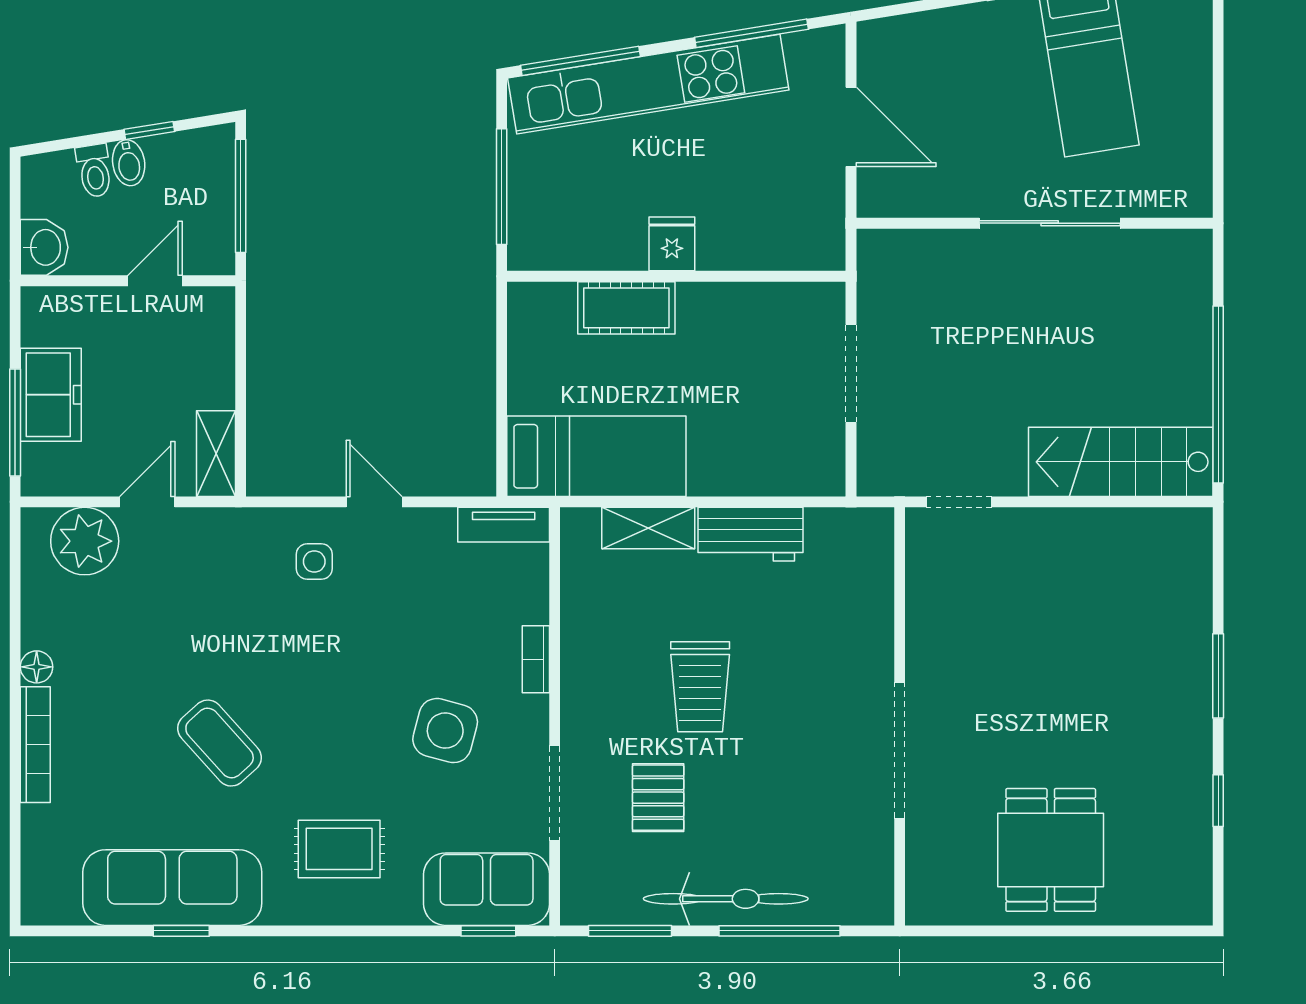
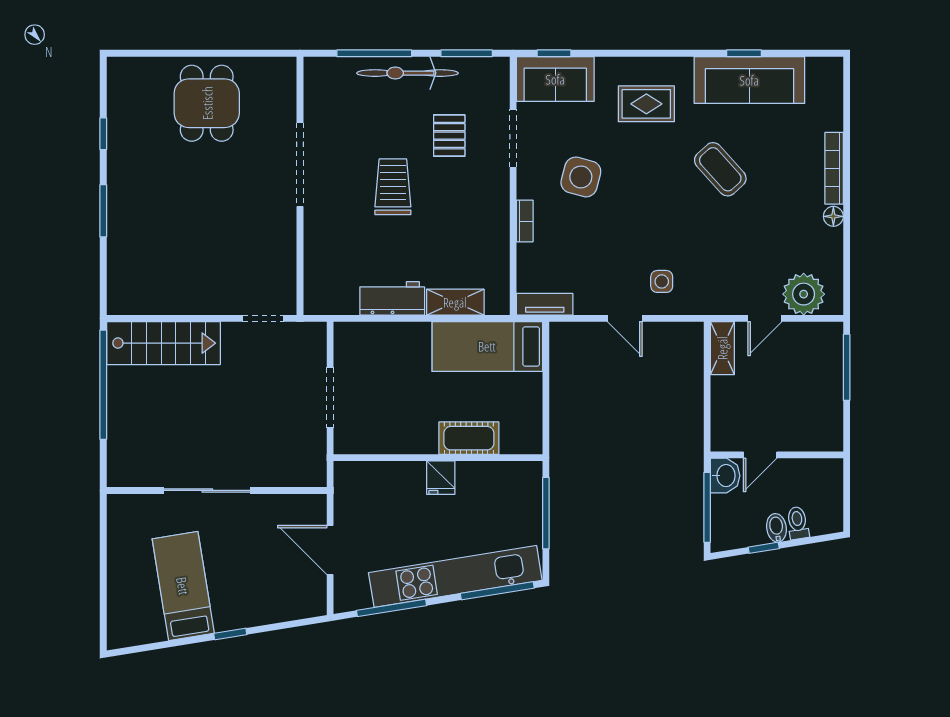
washbasin: (44, 247) -> (725, 476), moved, turned 180
freezer: (51, 395) -> (825, 385), removed
trolley: (700, 687) -> (393, 187), moved

